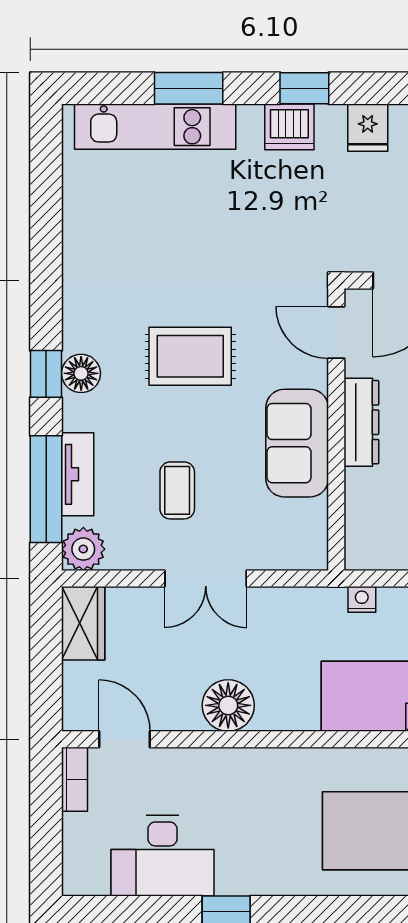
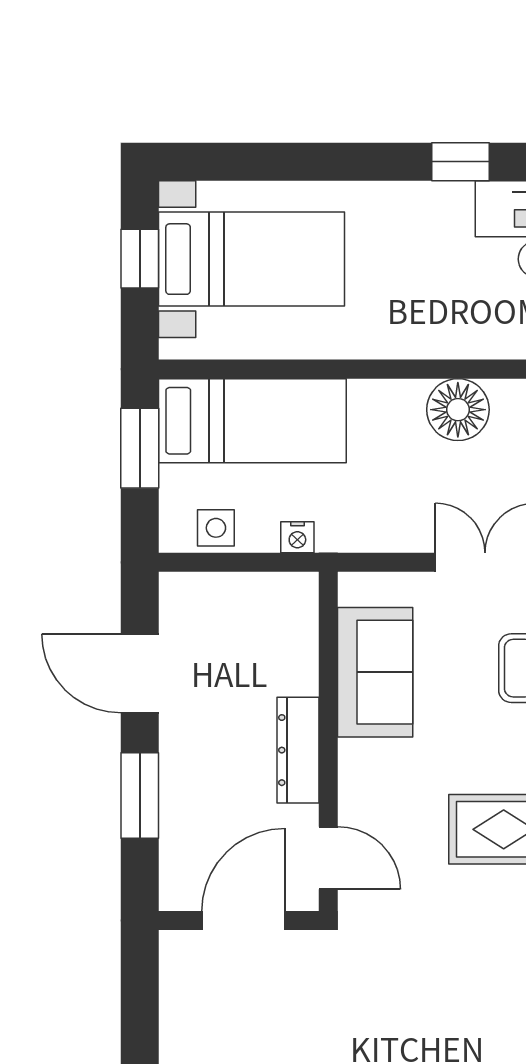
sofa: (297, 443) -> (375, 672), moved

